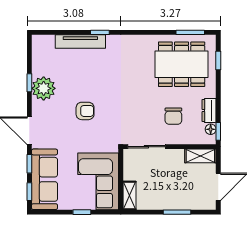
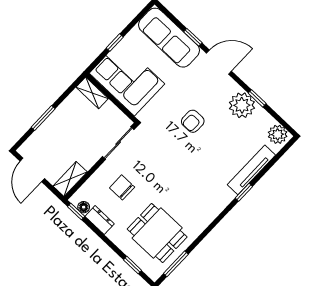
plant: (40, 46) -> (278, 134), added
dining table: (182, 64) -> (157, 233), width x0.73
window: (29, 192) -> (171, 16), removed

